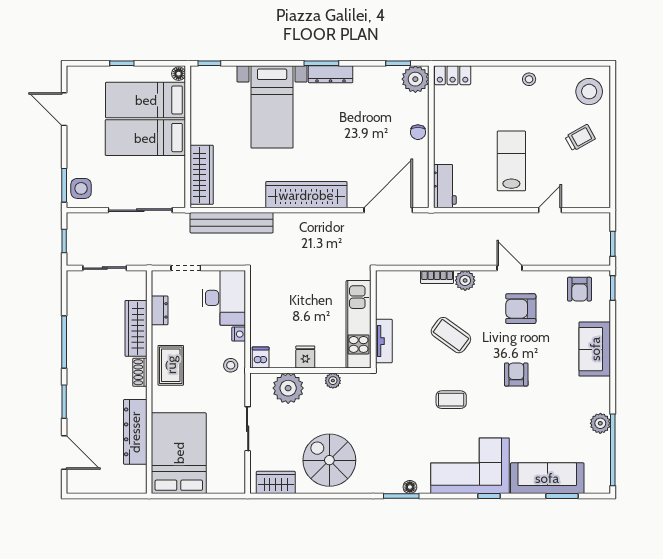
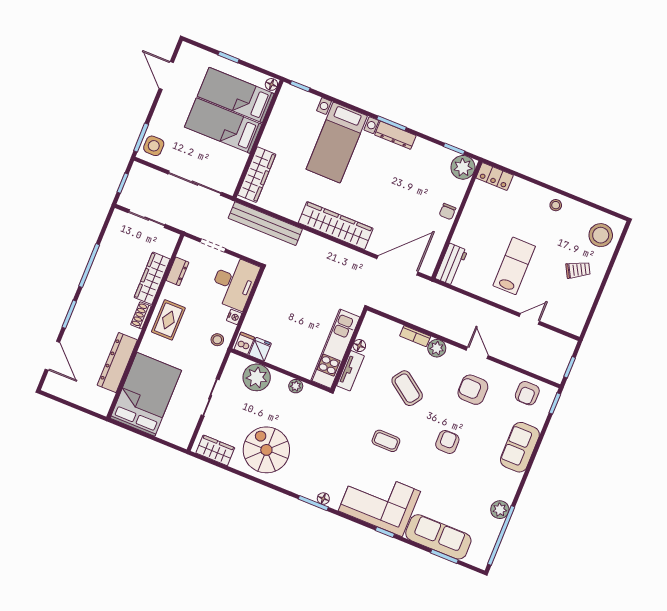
floor lamp: (383, 311) -> (359, 346), added
fridge: (305, 357) -> (260, 349), moved

